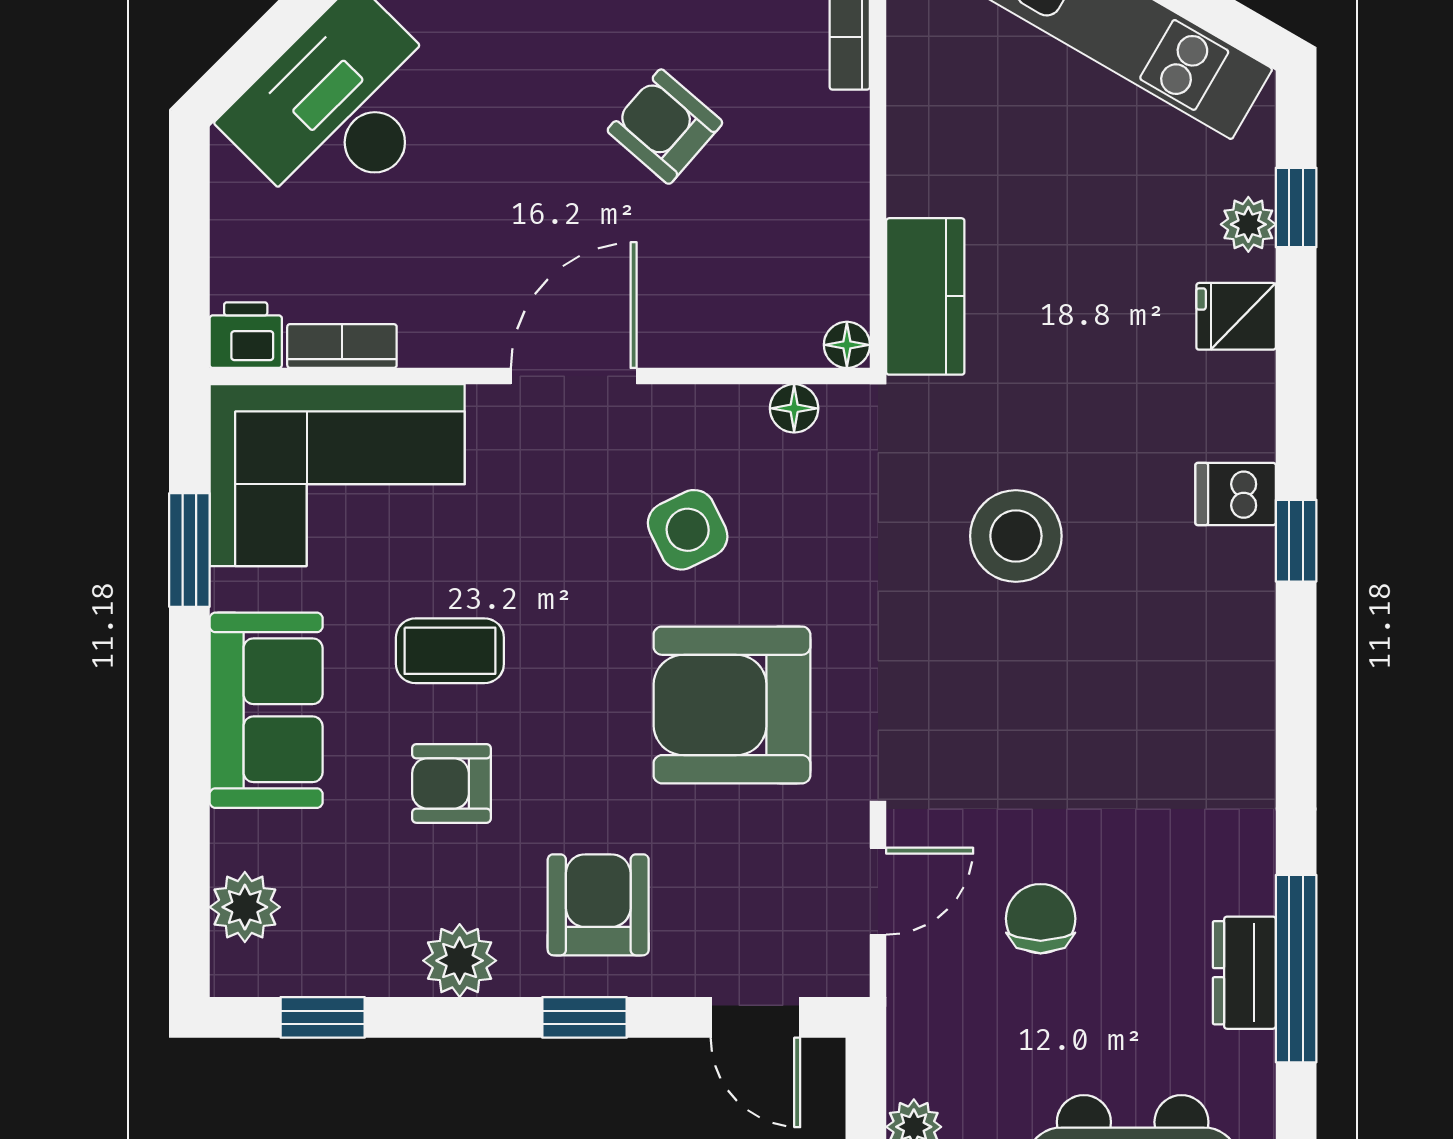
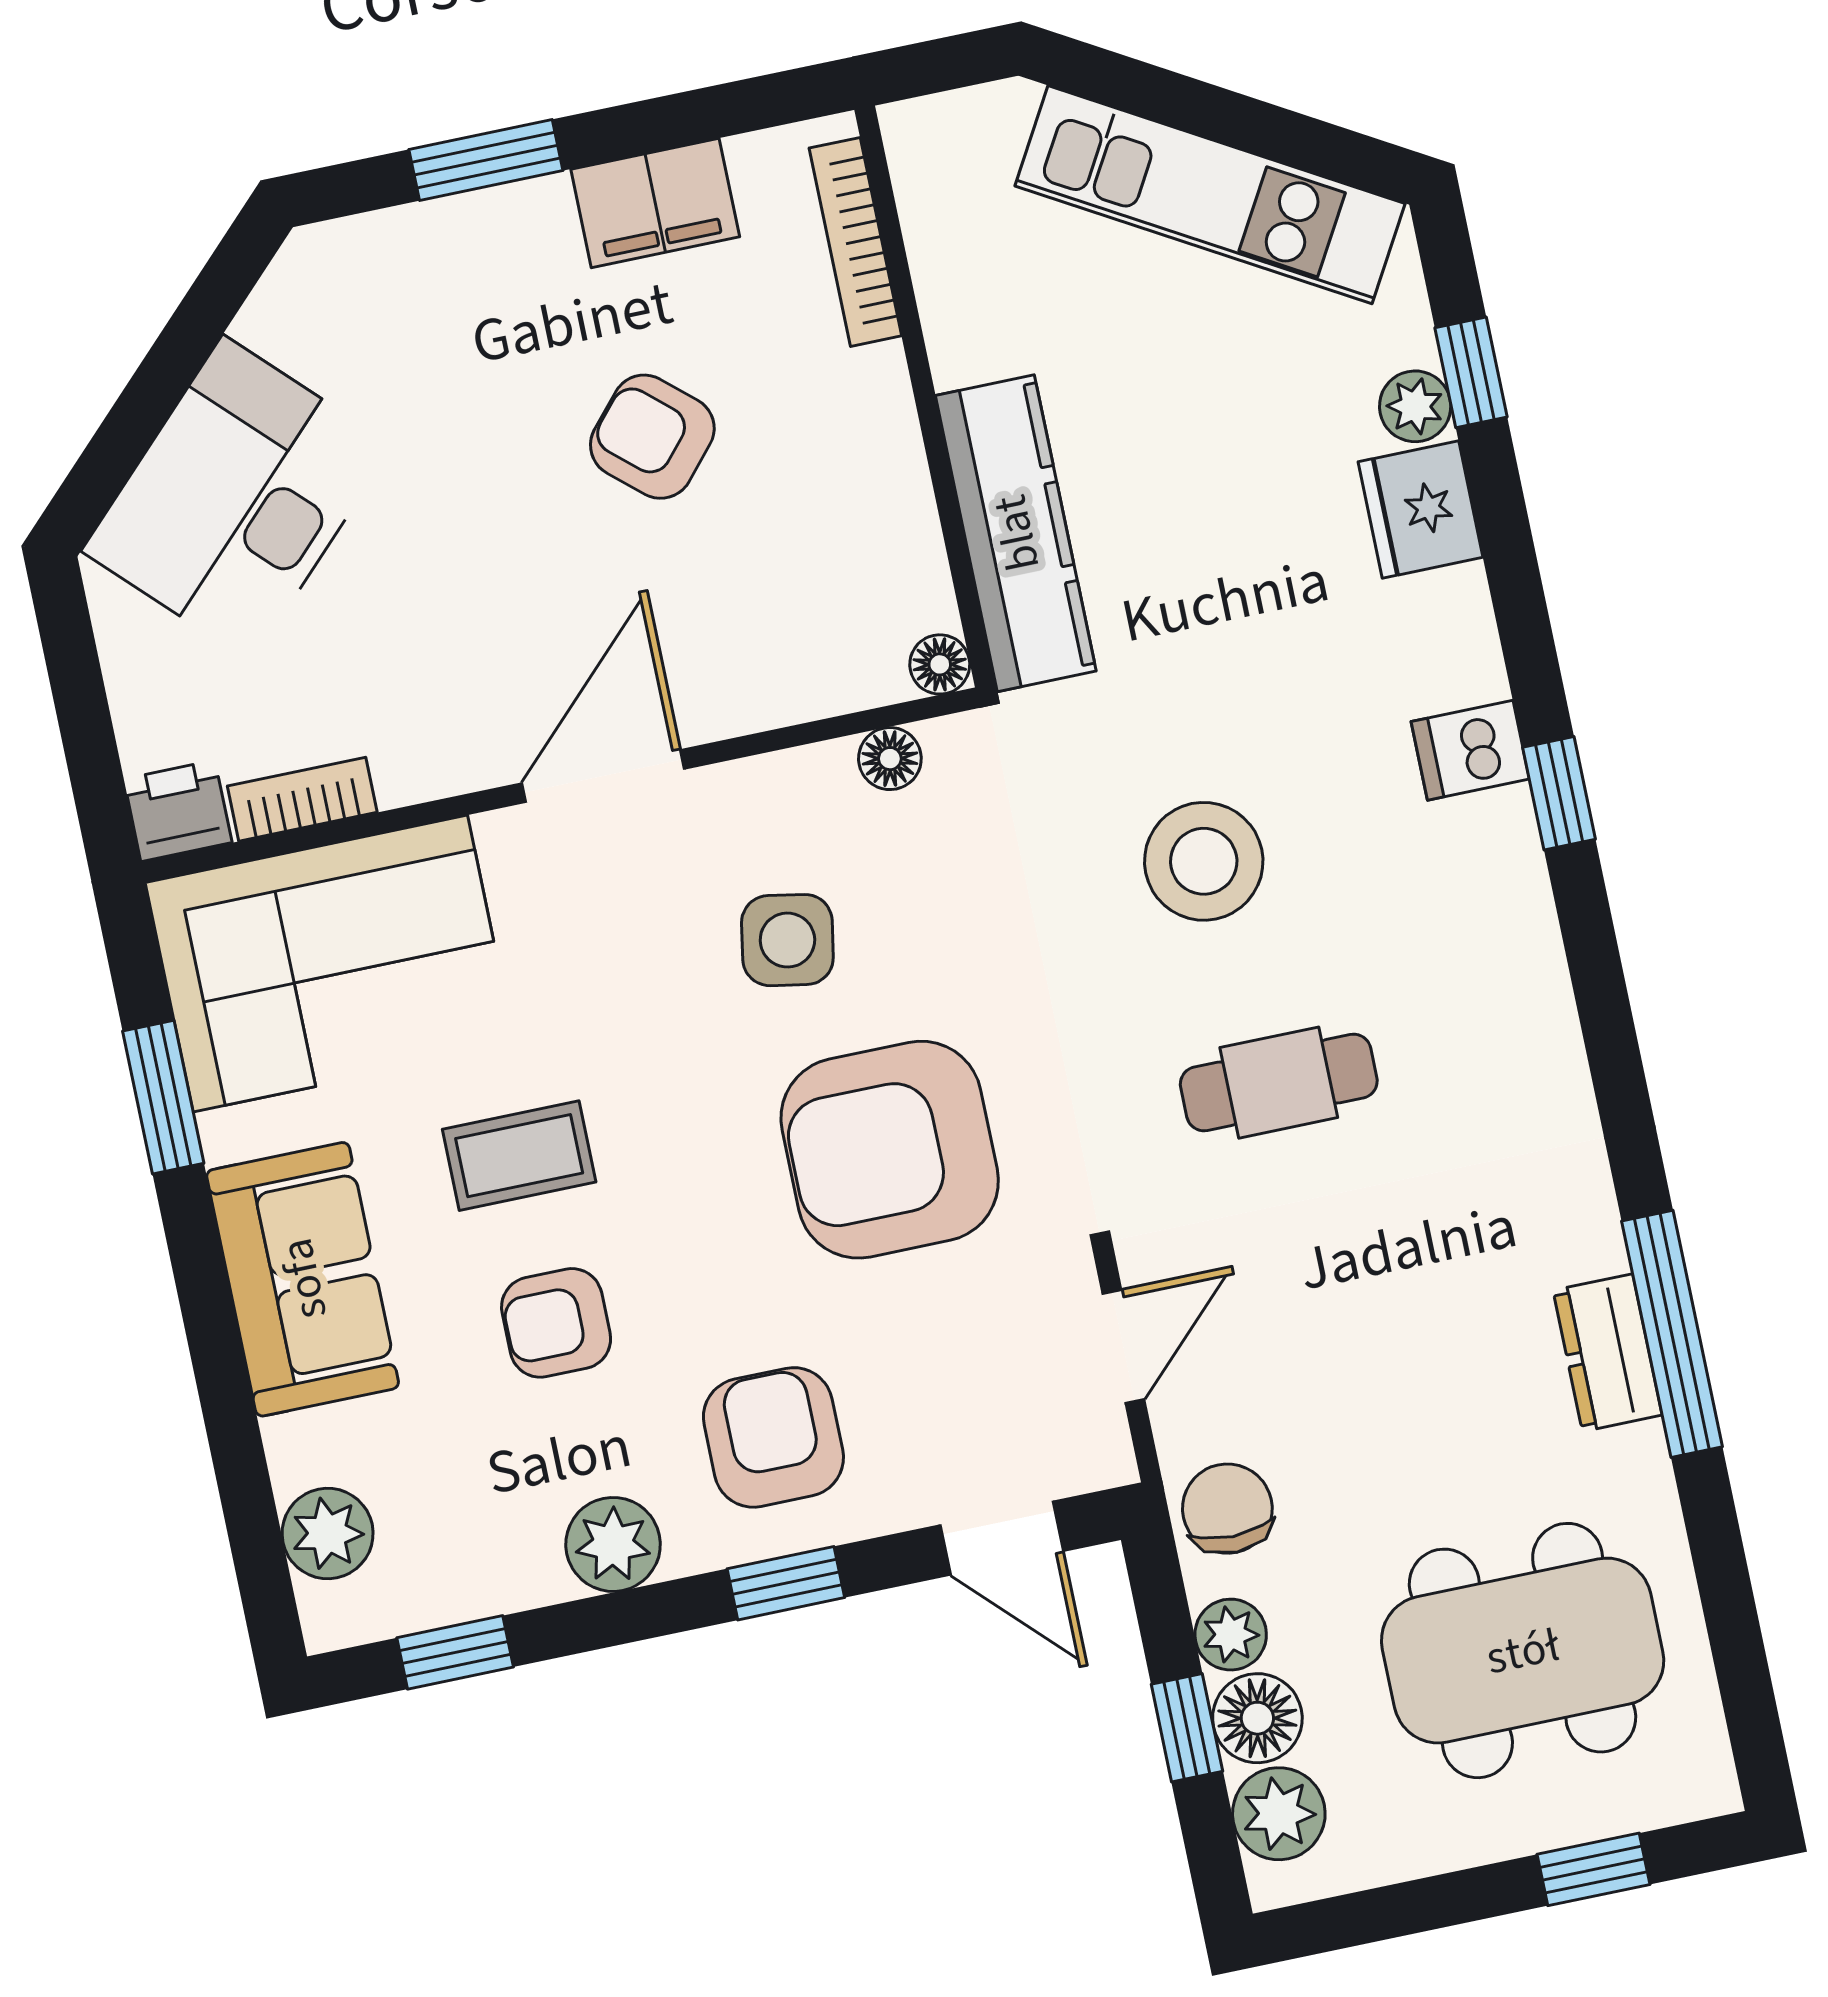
kitchen counter: (925, 296) -> (1016, 533), width x1.50
fridge: (1236, 316) -> (1421, 510), width x1.38
side table: (688, 530) -> (787, 940), turned 36
cafe table: (1038, 716) -> (1279, 1083), added
chair: (1041, 919) -> (1227, 1509), moved

